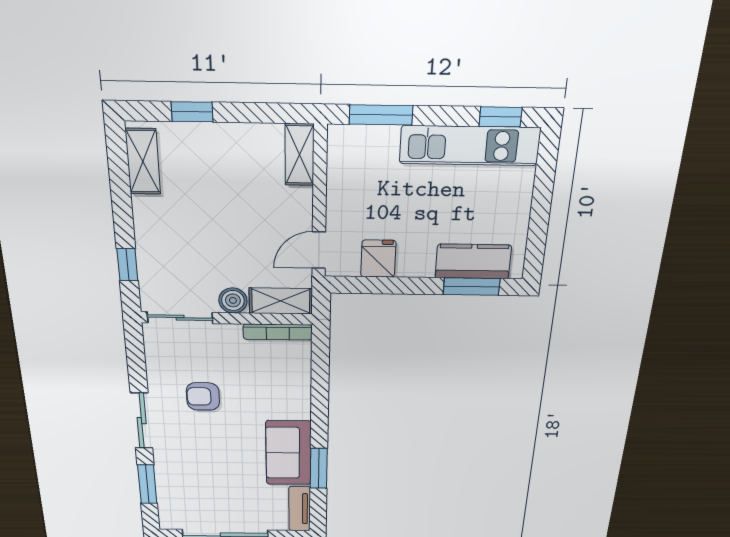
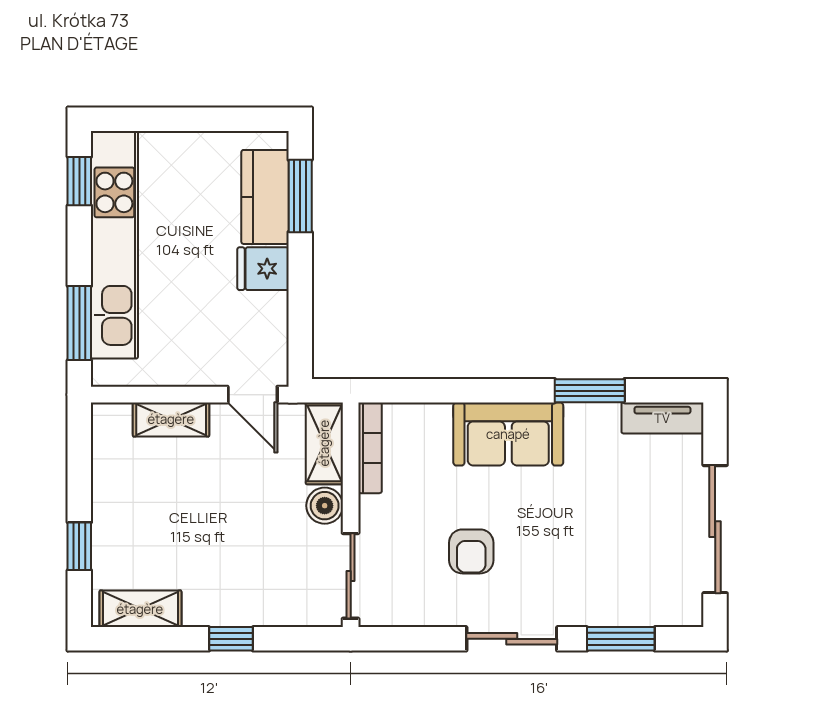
kitchen unit: (470, 146) -> (114, 245), width x1.36
shelving: (299, 155) -> (171, 419), moved
fridge: (378, 259) -> (263, 269), moved
window: (127, 265) -> (231, 639), moved
sofa: (289, 453) -> (508, 434), moved

